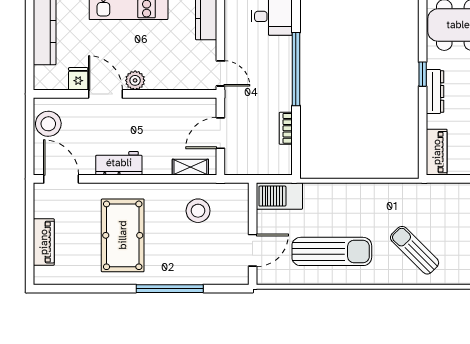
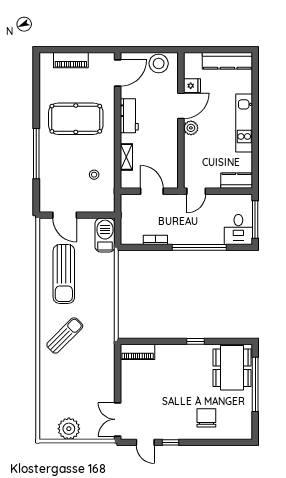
dresser: (435, 92) -> (183, 351), removed
shelving: (190, 167) -> (126, 157), moved
stool: (198, 211) -> (94, 175), width x0.53, depth x0.53

